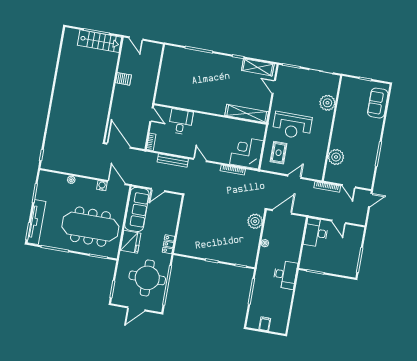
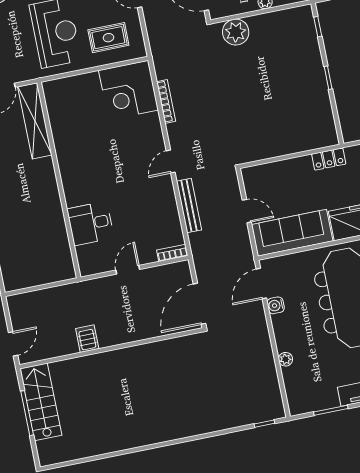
wall: (210, 114) -> (59, 180), moved
shelving: (247, 114) -> (35, 121), moved
desk: (181, 122) -> (90, 223), moved

